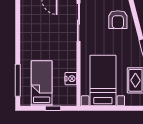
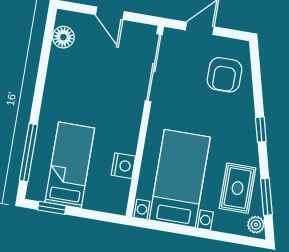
floor lamp: (26, 14) -> (63, 37), added
window: (53, 108) -> (52, 208), moved

